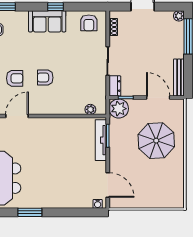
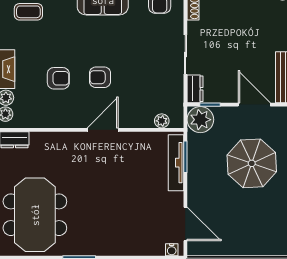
door: (17, 116) -> (103, 130), moved

